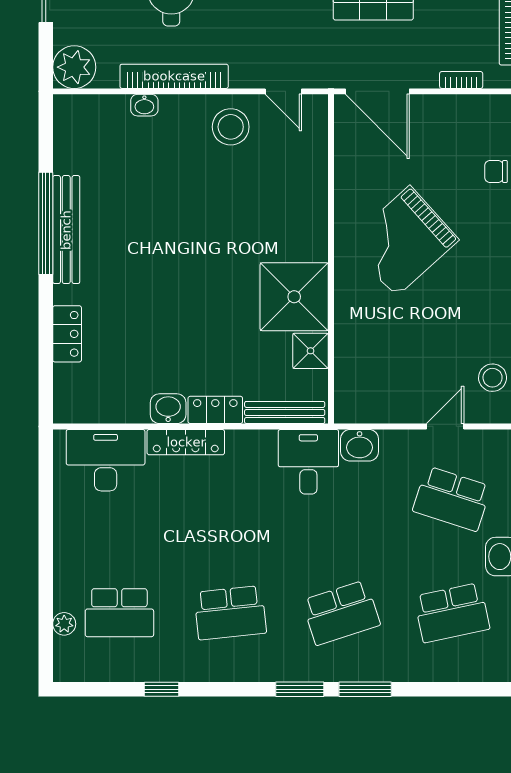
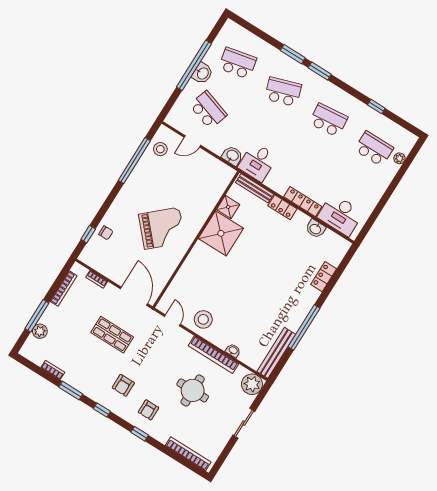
bench: (66, 230) -> (276, 353), moved
washbasin: (168, 409) -> (315, 229), moved

